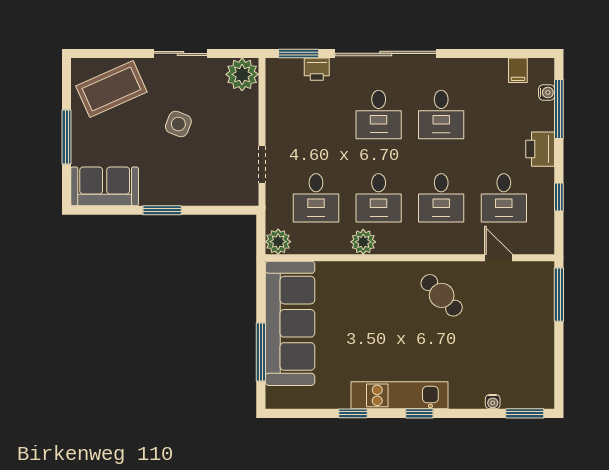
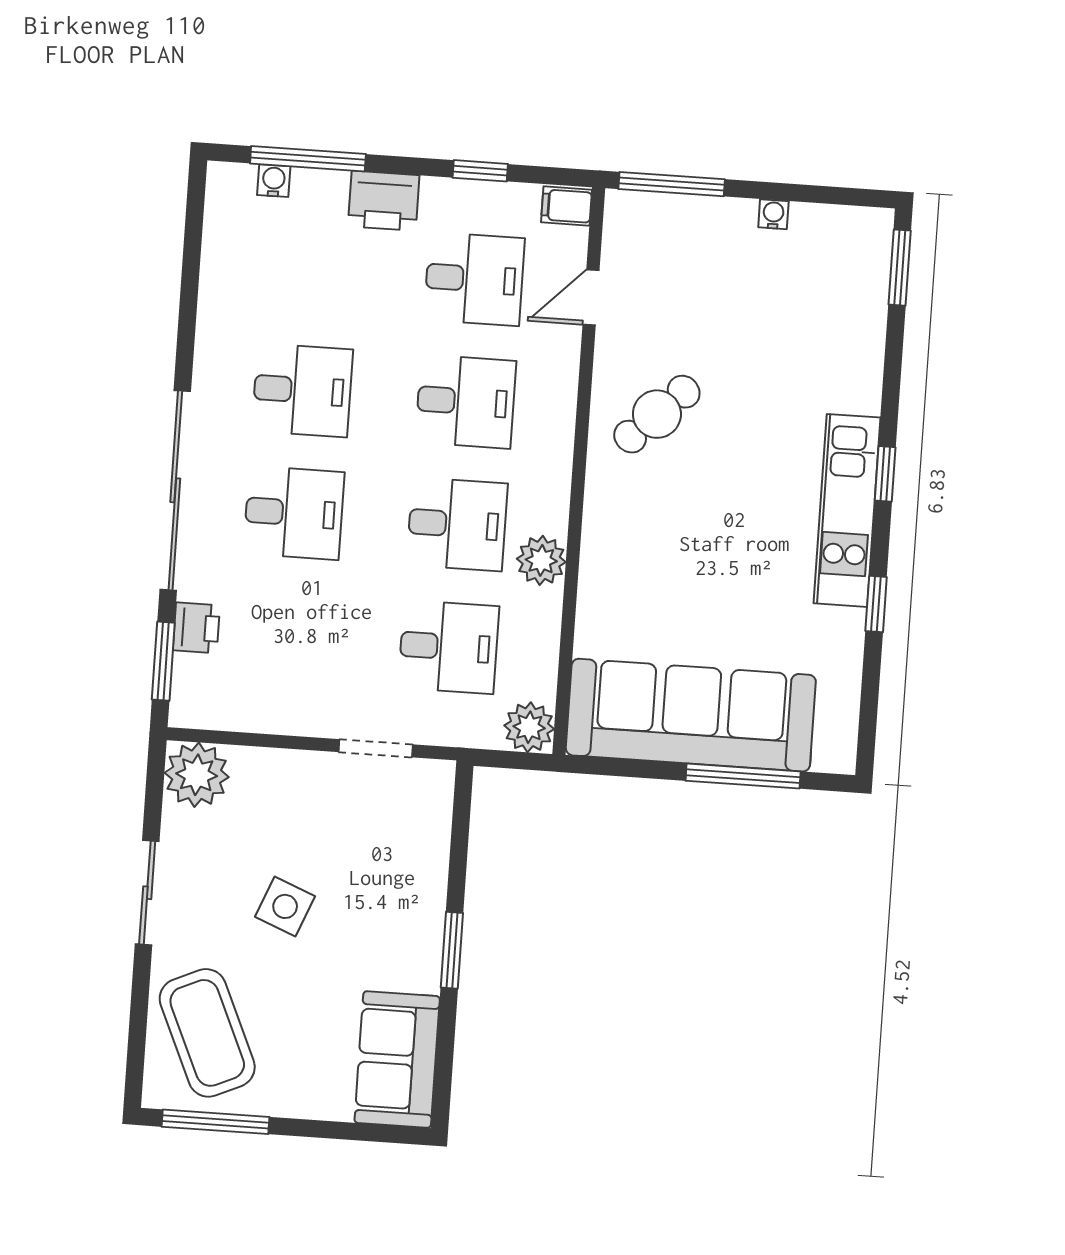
filing cabinet: (518, 70) -> (567, 206), moved, turned 180
window: (67, 137) -> (216, 1122), moved
water cooler: (493, 402) -> (773, 214), moved, turned -90

